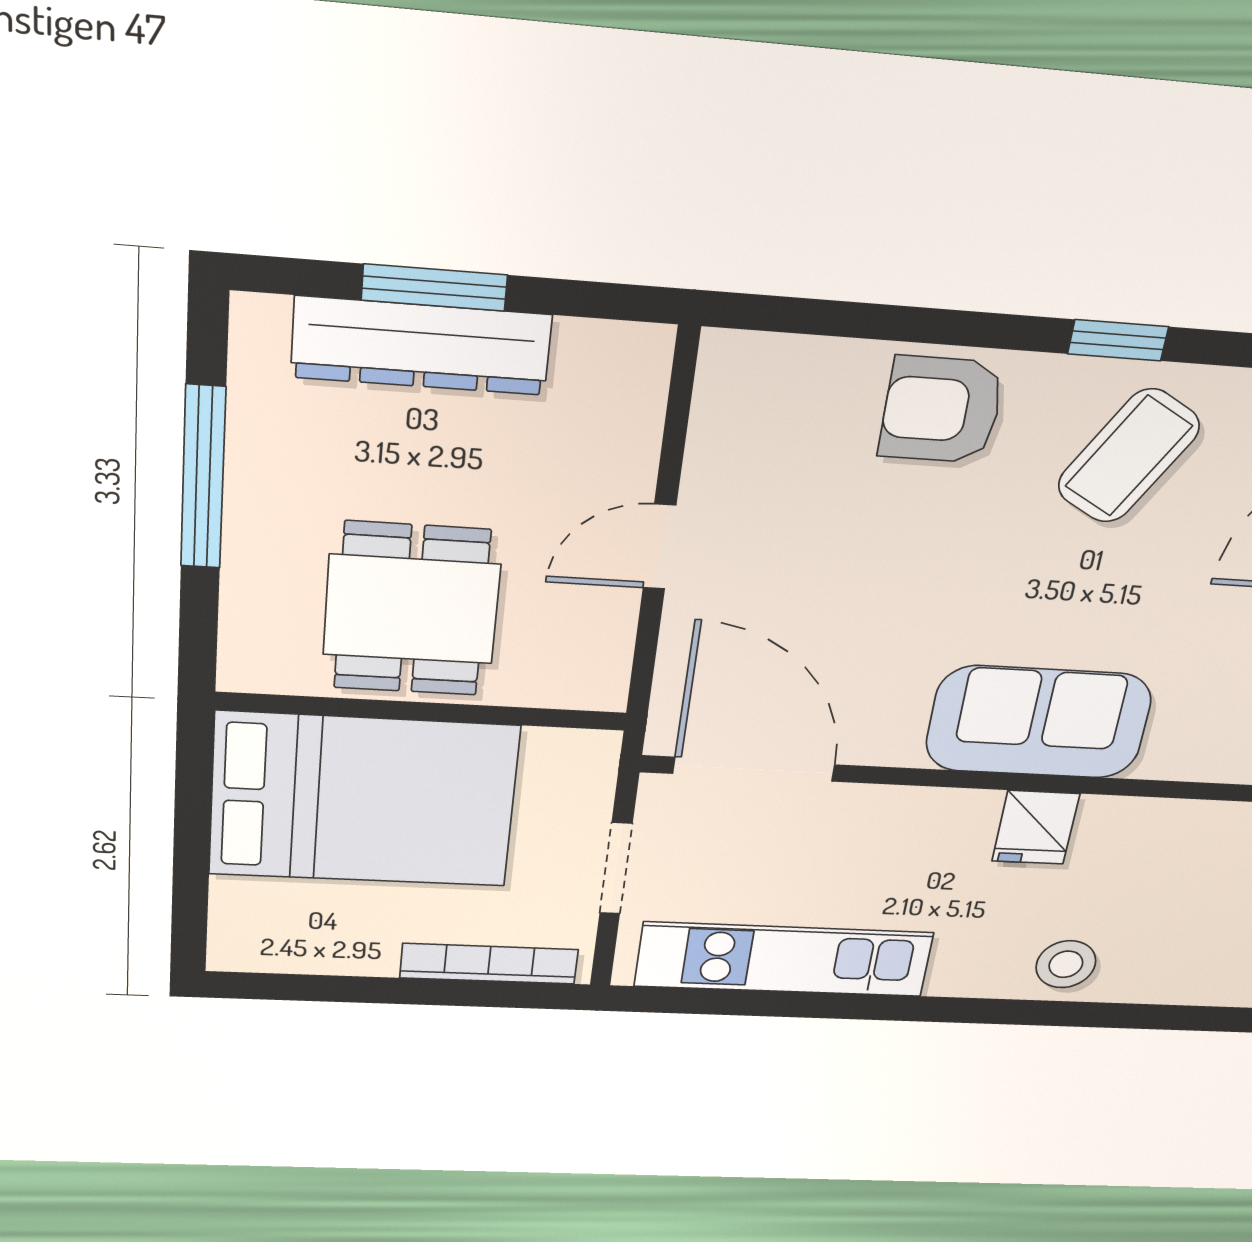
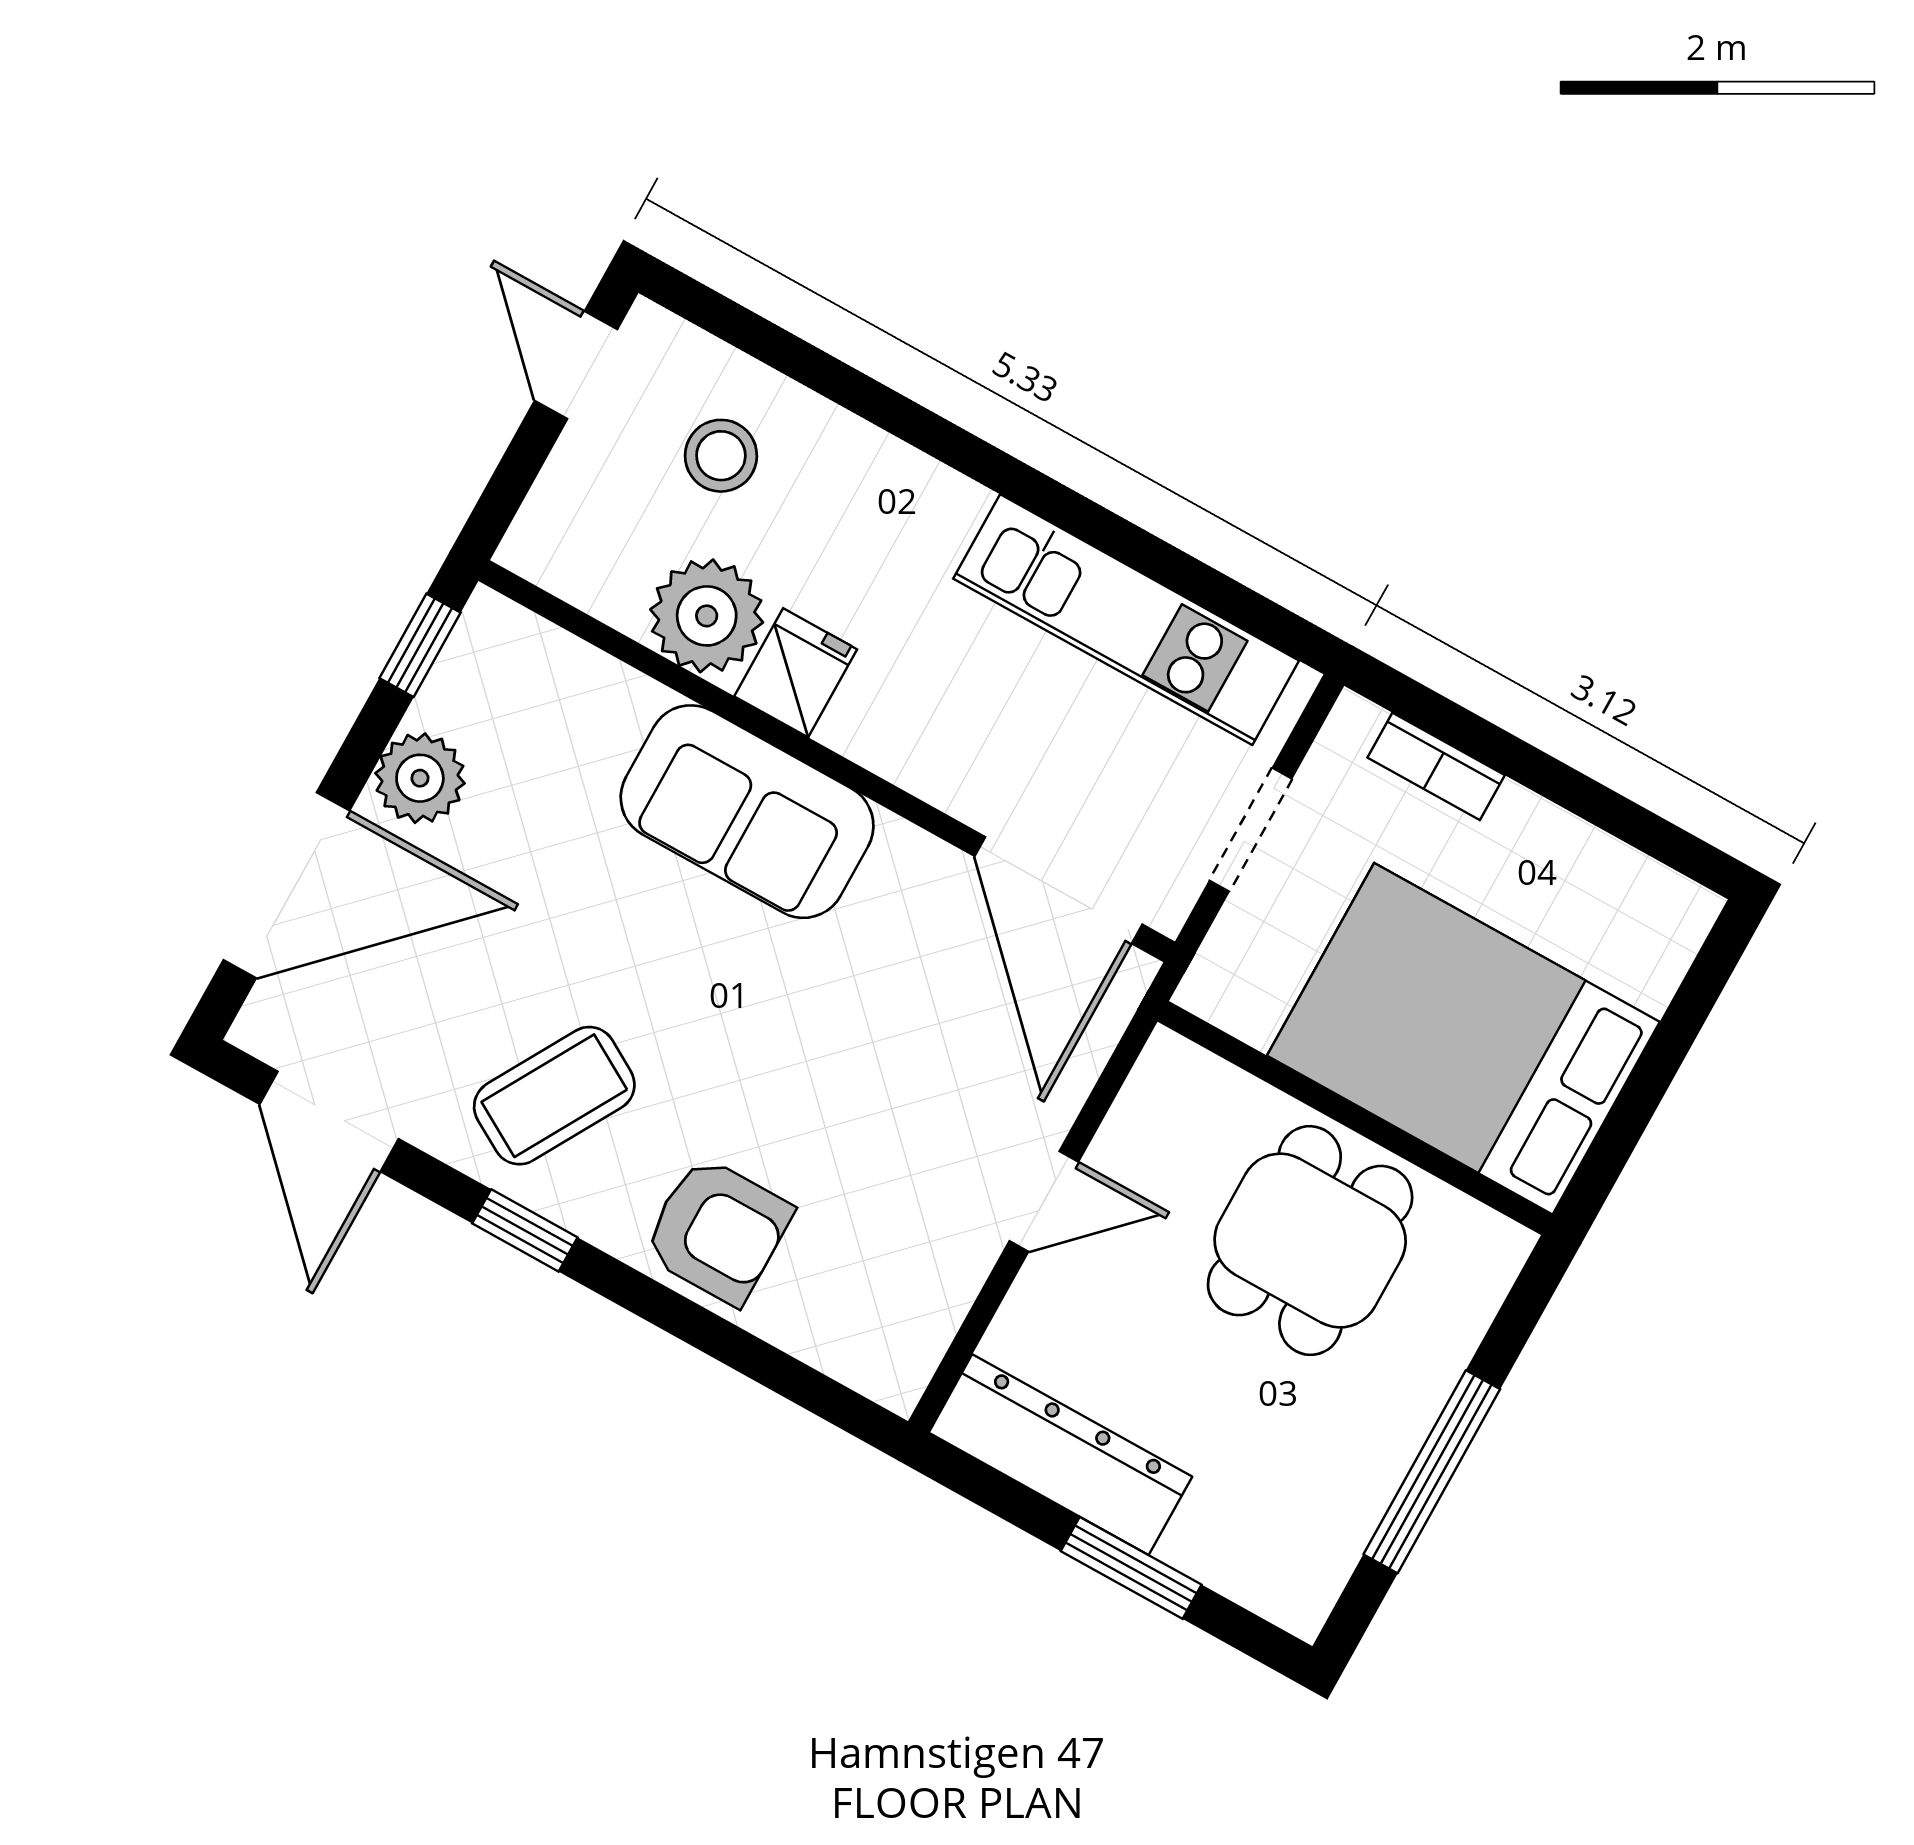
dresser: (421, 346) -> (1060, 1455), moved
plant: (1123, 836) -> (707, 616), added
bookcase: (489, 964) -> (1436, 766), width x0.64
stool: (1066, 964) -> (721, 456), moved

